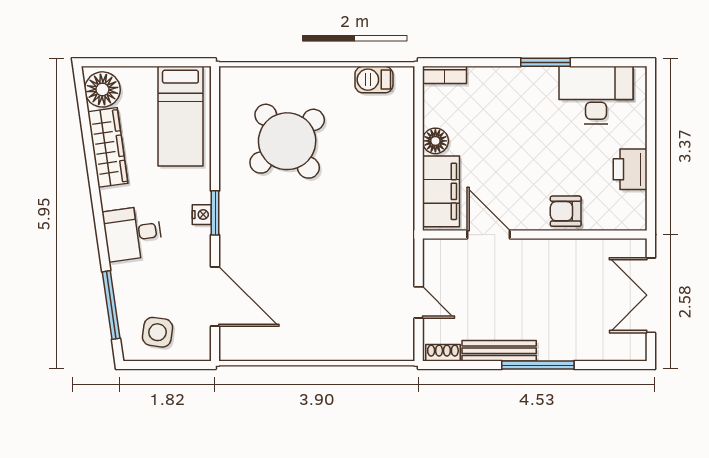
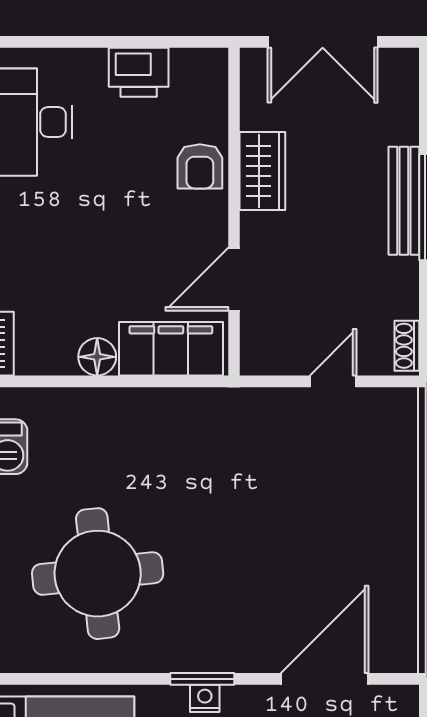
round table: (287, 141) -> (98, 574), turned 33
wardrobe: (563, 254) -> (262, 171), added
bench: (499, 351) -> (404, 201), moved

